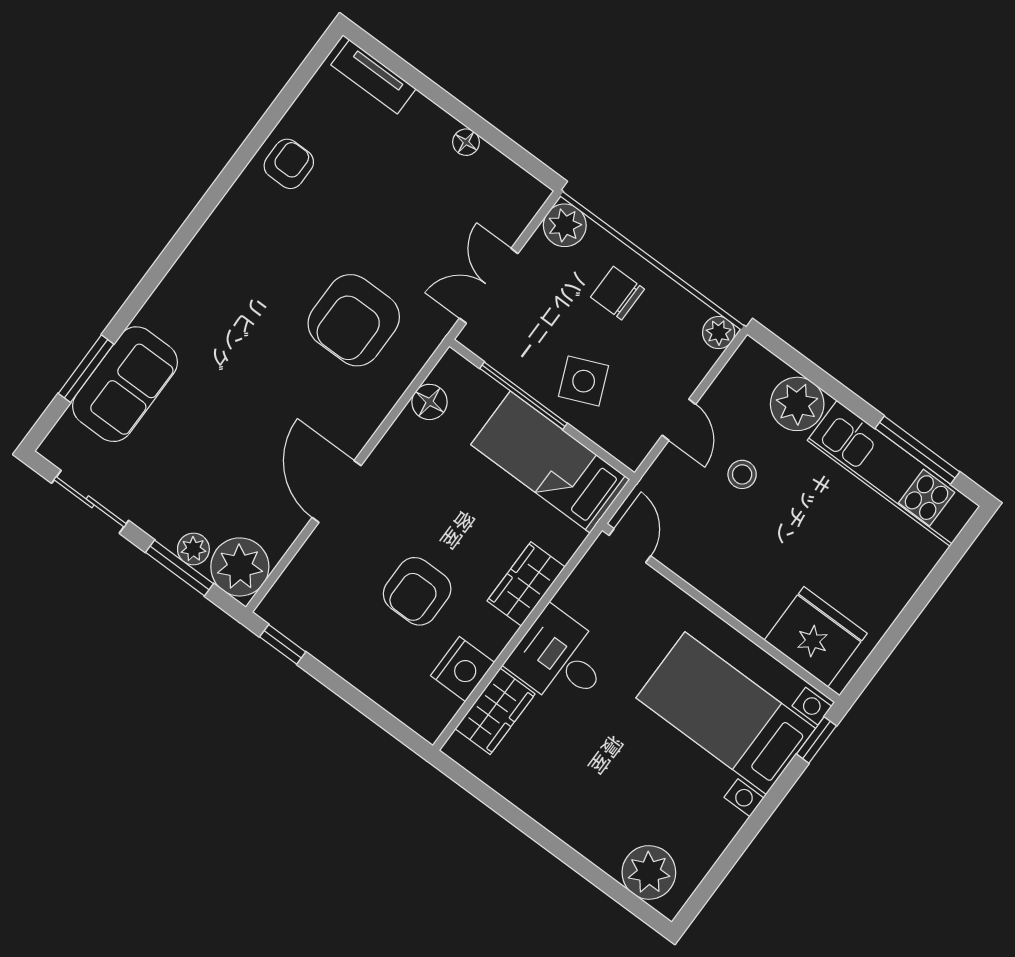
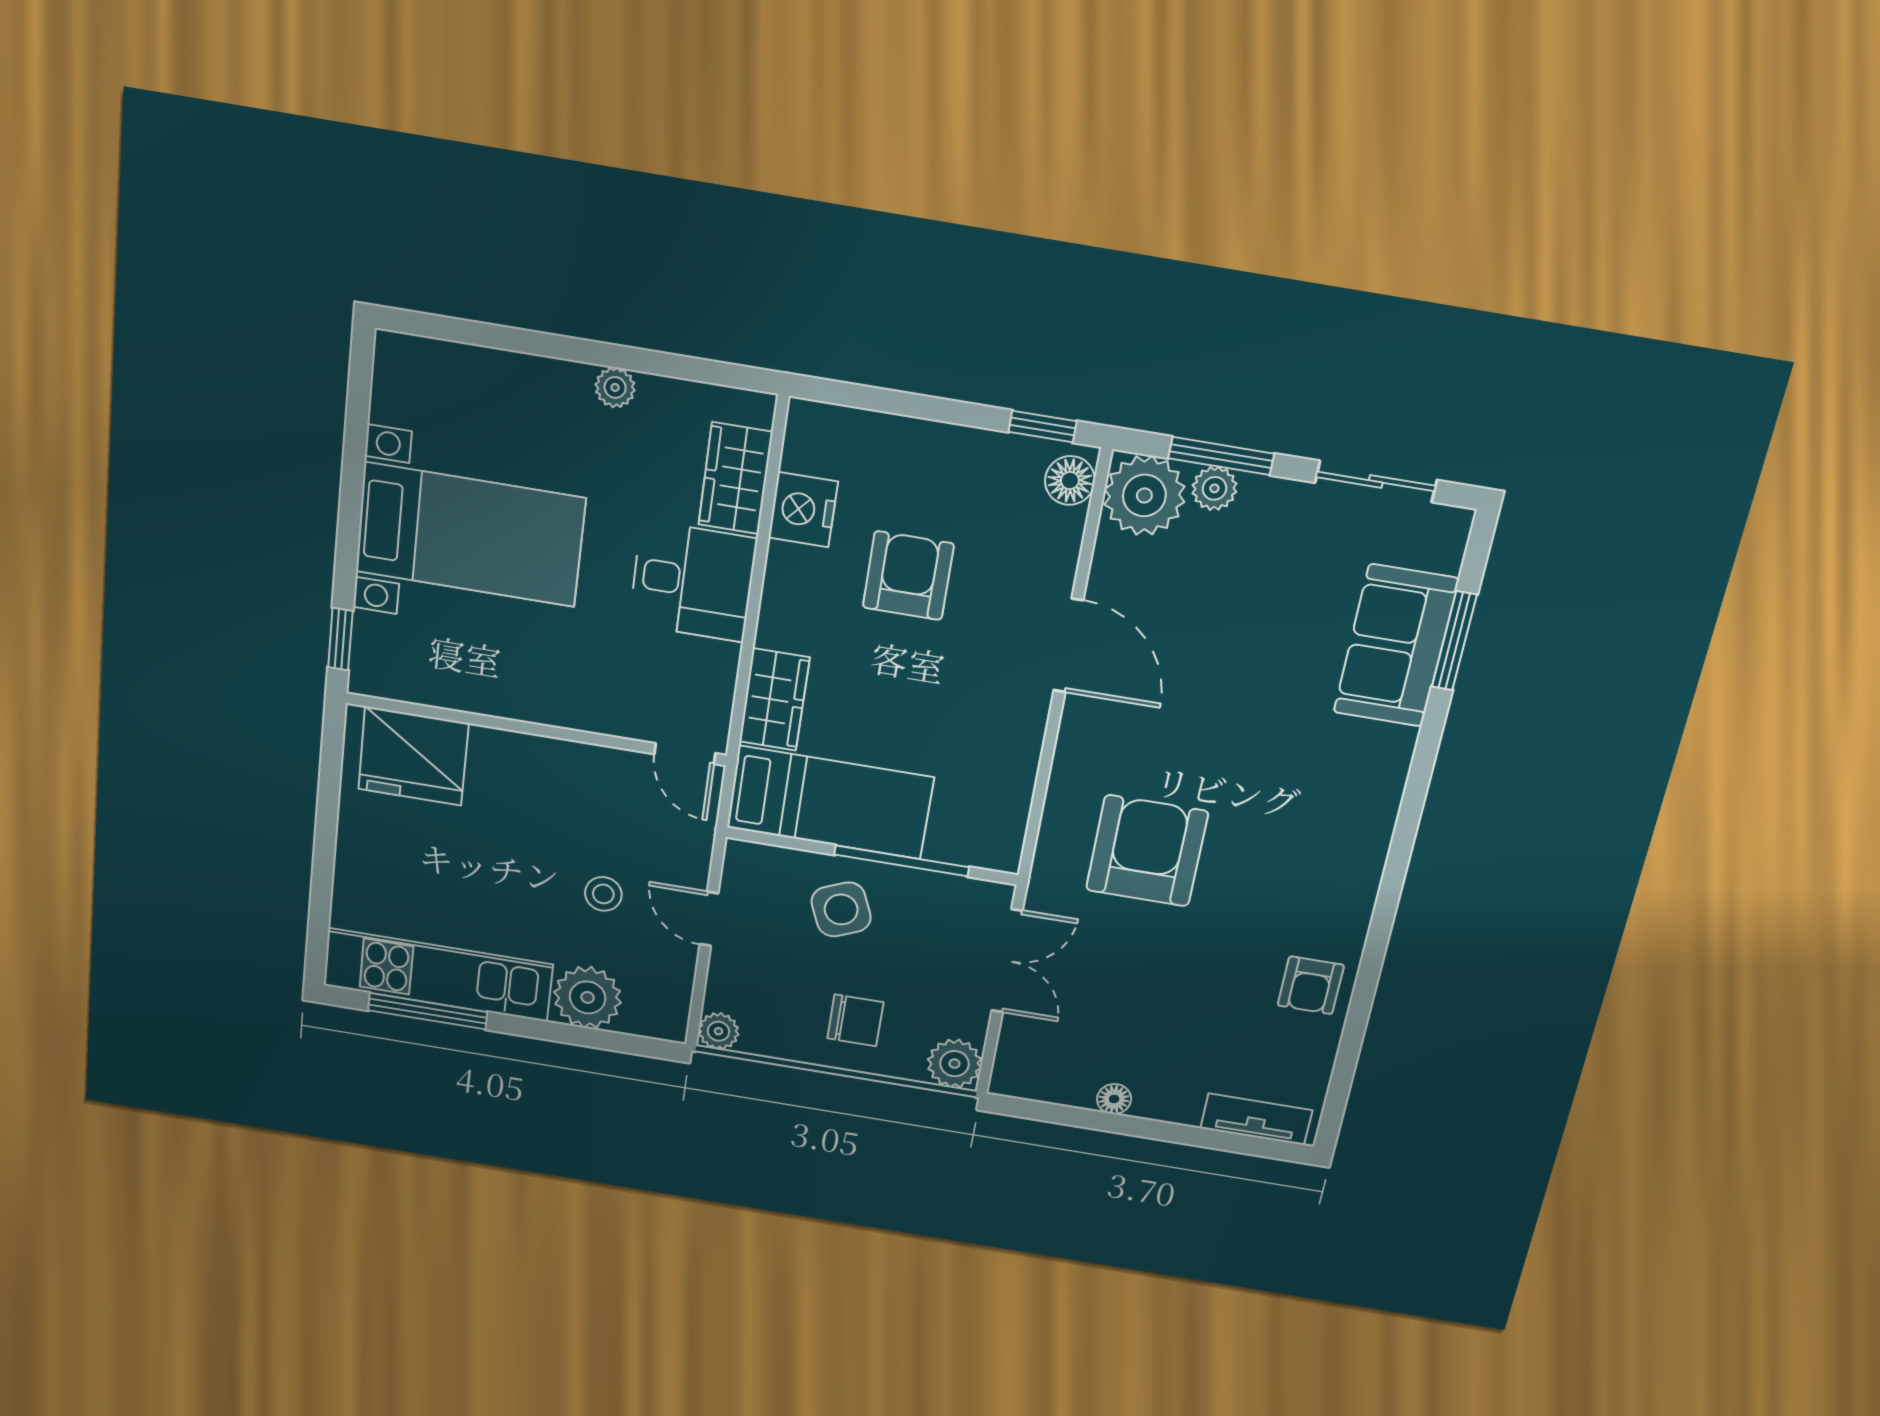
floor lamp: (429, 402) -> (1070, 480), moved
wardrobe: (526, 584) -> (774, 700), moved
bed with nightstands: (726, 713) -> (470, 535), moved
plant: (649, 872) -> (615, 387), moved, width x0.53, depth x0.53

